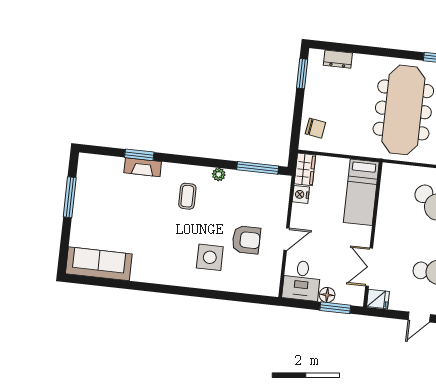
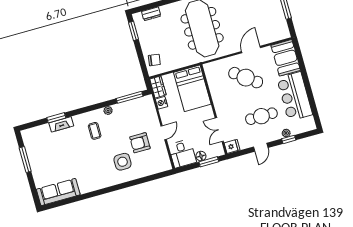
bed: (361, 192) -> (192, 88), width x1.50
armchair: (246, 240) -> (140, 143), turned 180

